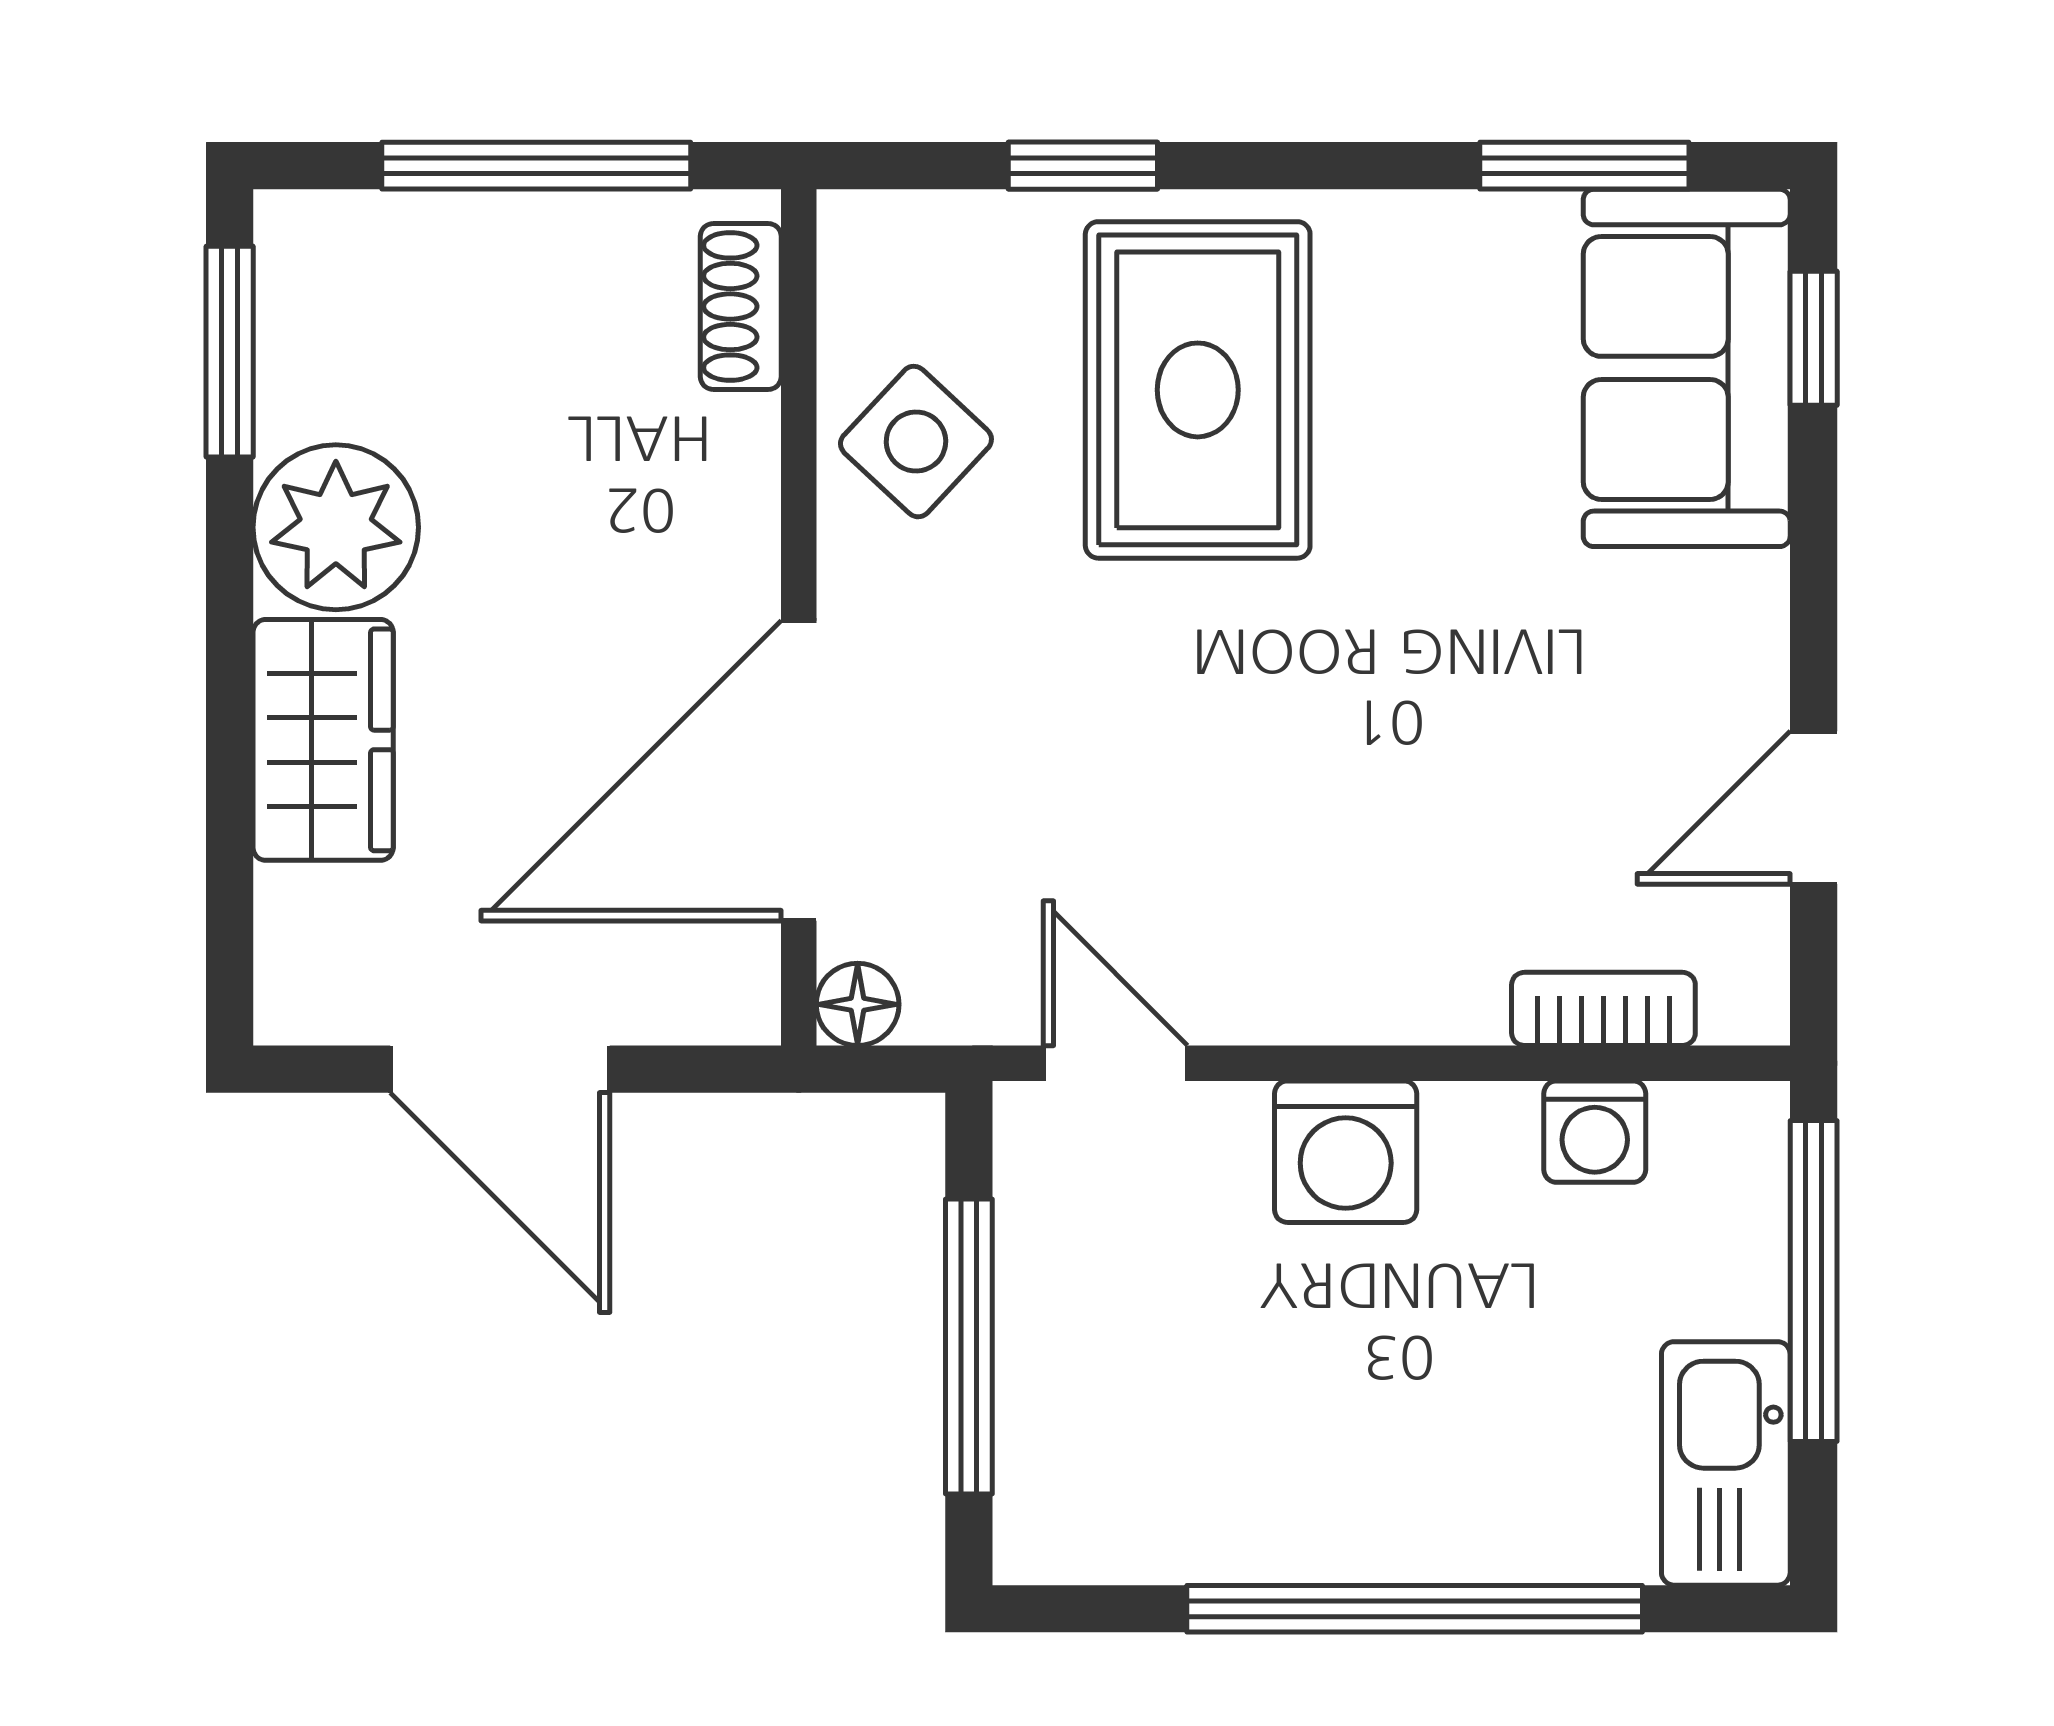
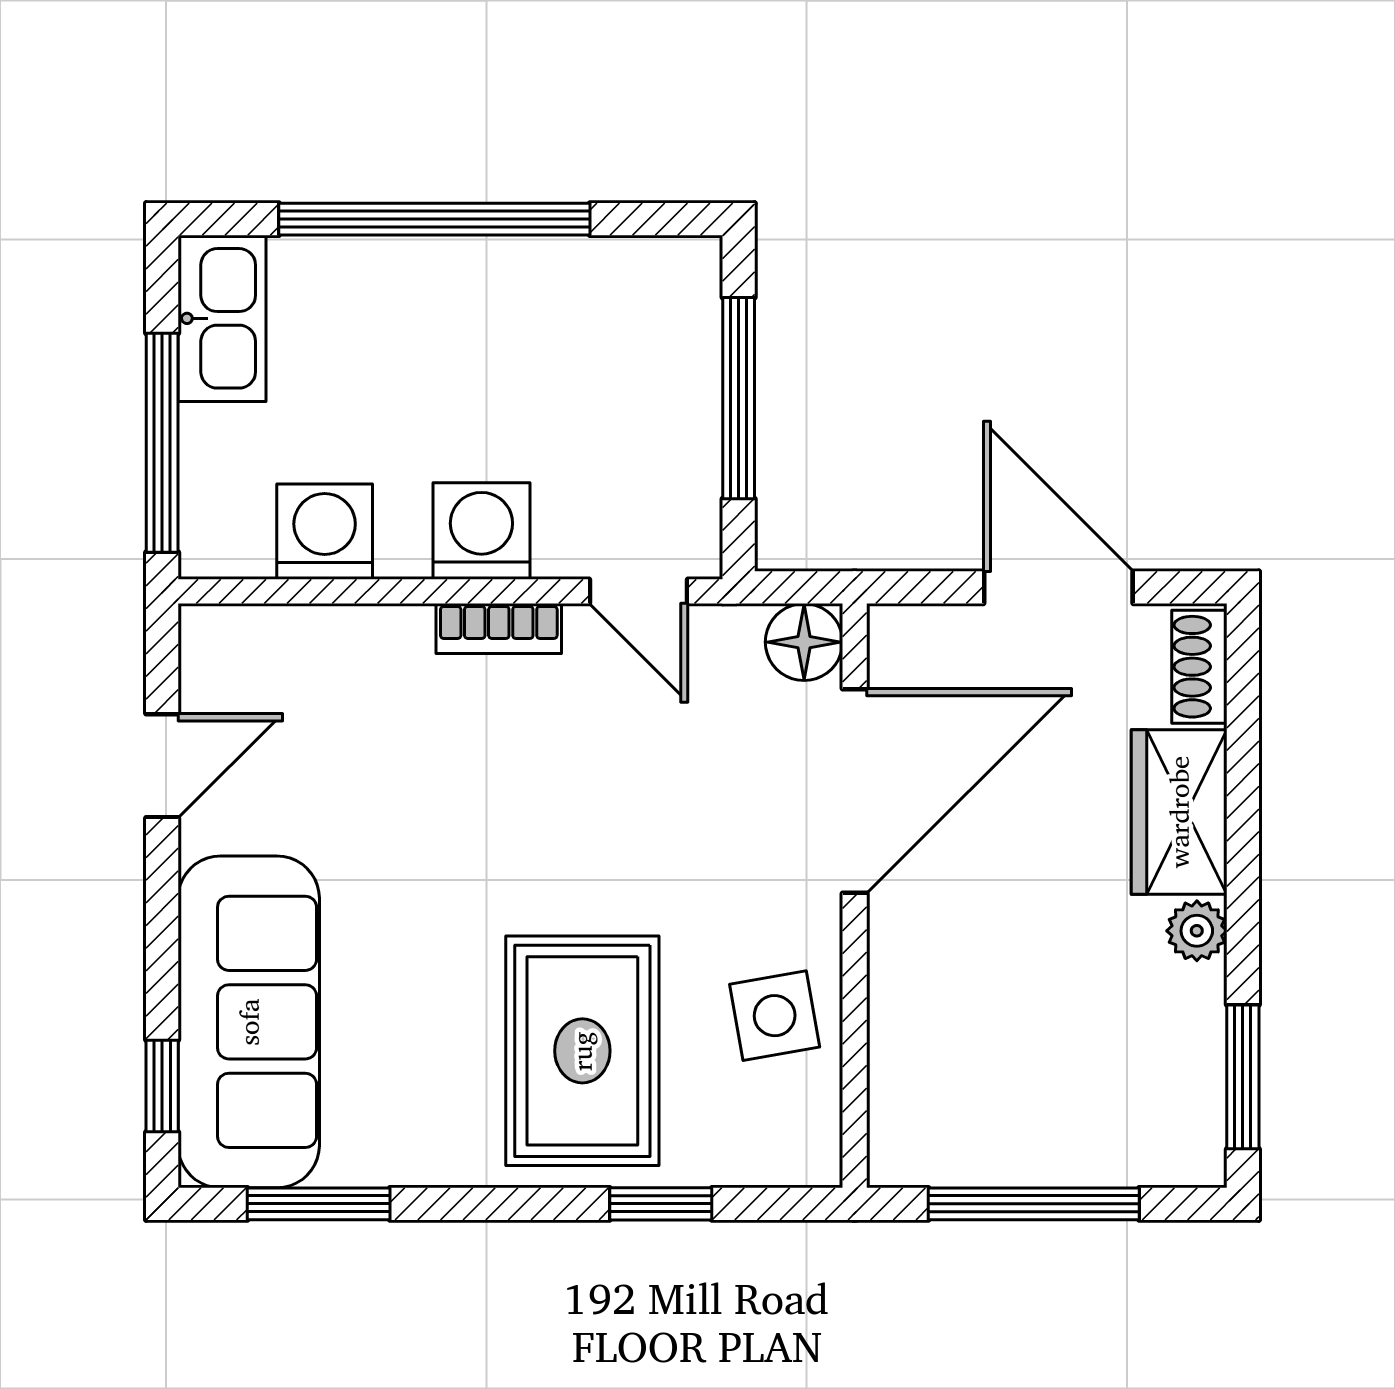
shoe rack: (741, 306) -> (1199, 667), moved, turned 180
sofa: (1687, 368) -> (249, 1022), width x1.36
side table: (916, 442) -> (775, 1016), turned 37
plant: (336, 527) -> (1197, 931), width x0.53, depth x0.53
floor lamp: (858, 1004) -> (804, 642), width x1.37, depth x1.37
bookcase: (1603, 1009) -> (499, 628), moved
washing machine: (1595, 1132) -> (325, 532), width x1.38, depth x1.38

